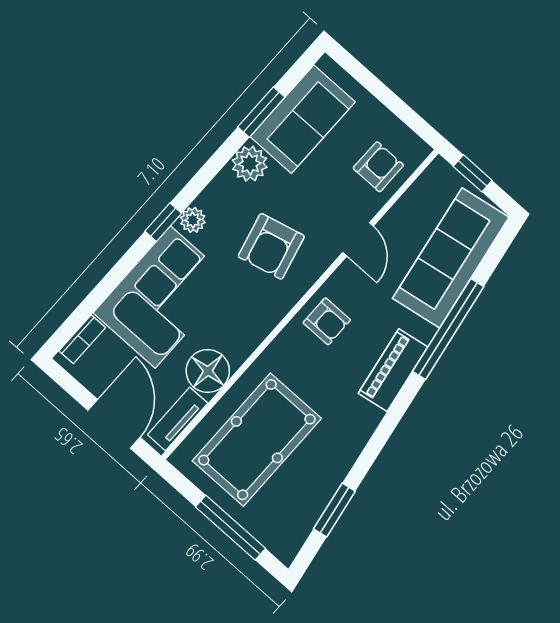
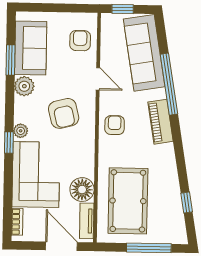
armchair: (327, 321) -> (115, 125), turned -90
window: (334, 510) -> (187, 203), width x0.67

